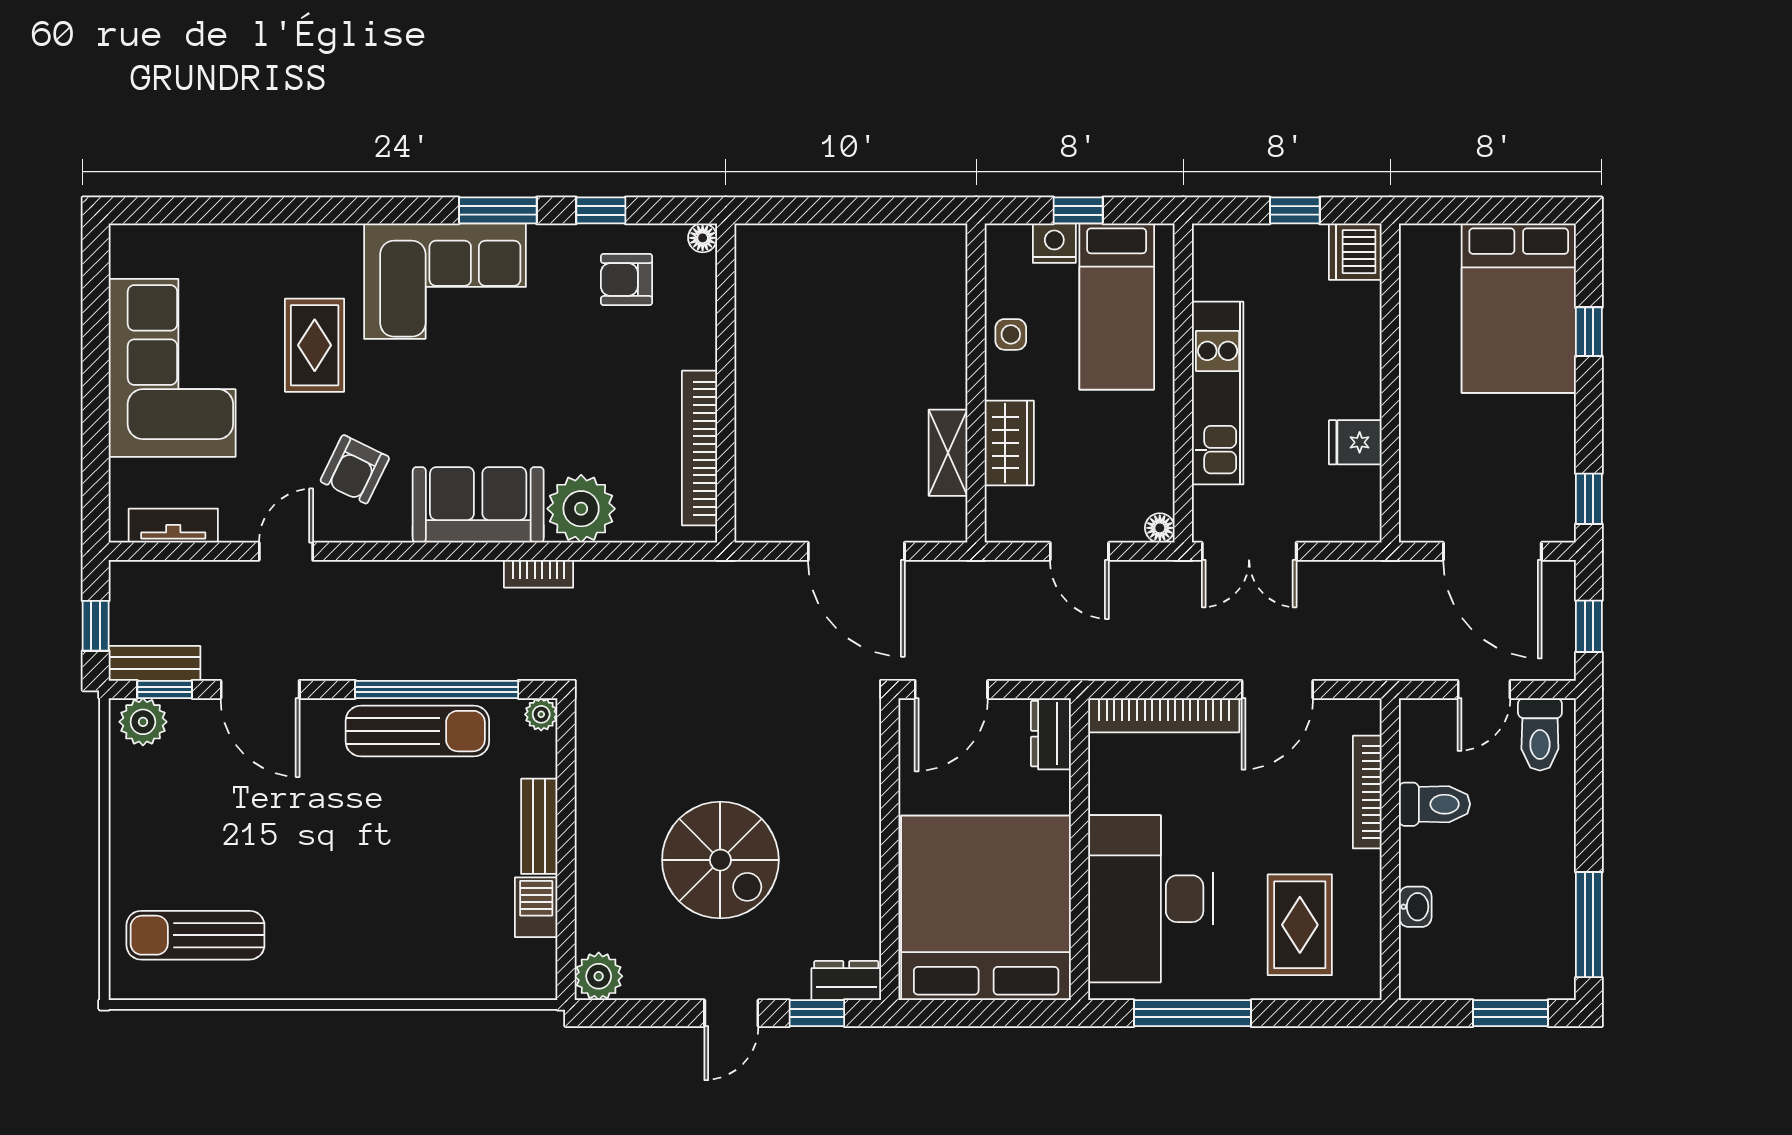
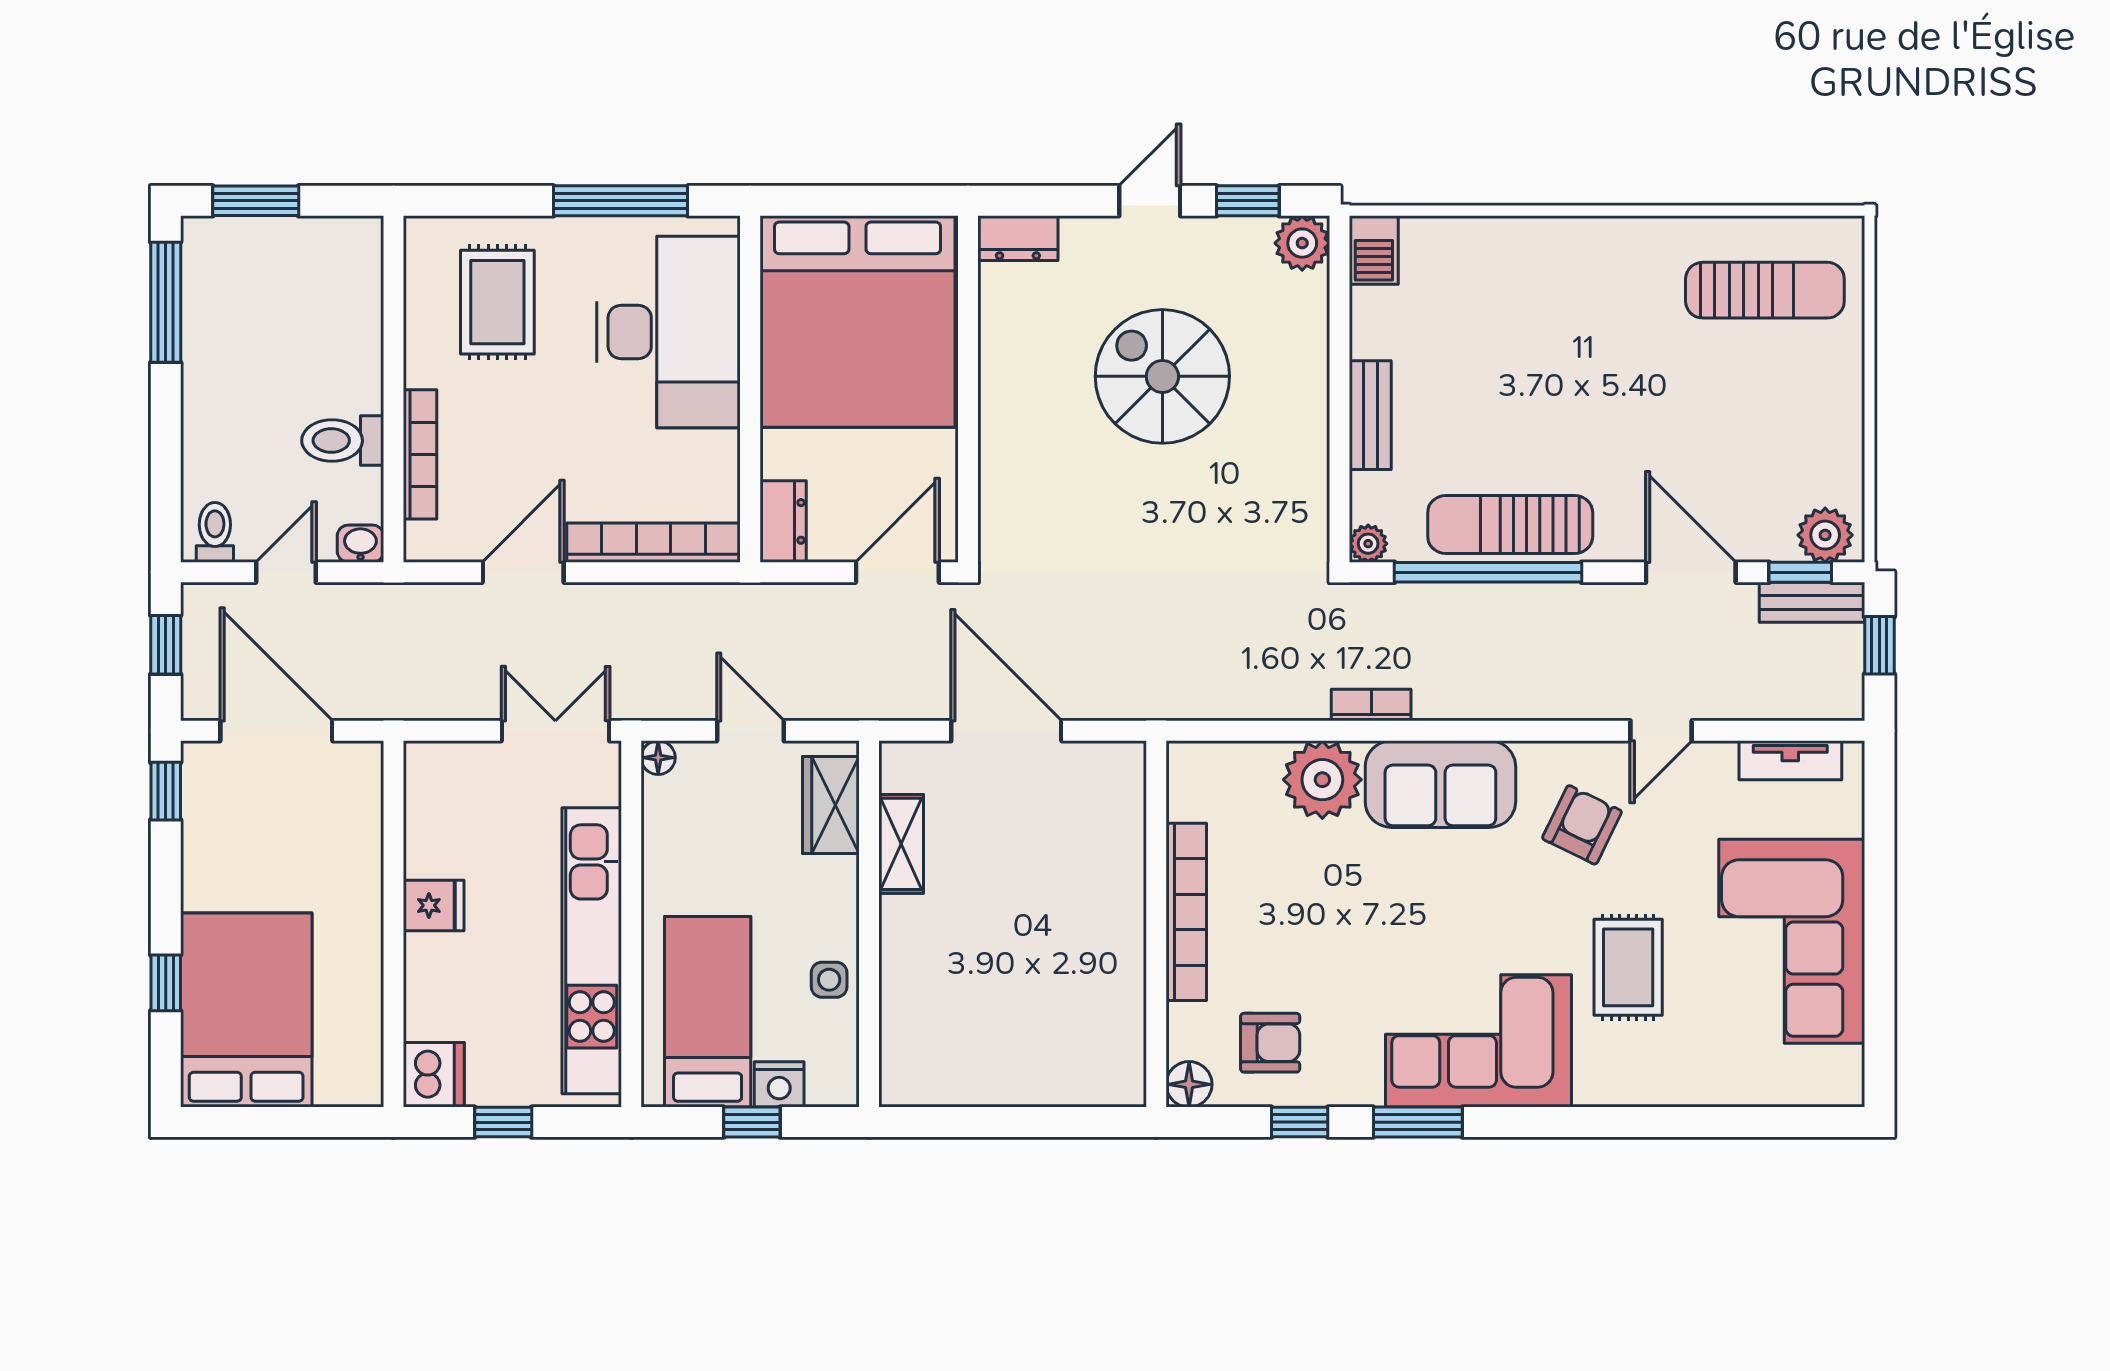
floor lamp: (703, 238) -> (1189, 1084), width x1.37, depth x1.37
kitchen unit: (1218, 393) -> (592, 951), width x1.36
fridge: (1355, 442) -> (434, 905), moved
wardrobe: (1009, 443) -> (831, 805), moved
bookcase: (700, 448) -> (1186, 912), moved
toilet: (1540, 734) -> (215, 532), width x0.73, depth x0.72
barbecue: (536, 907) -> (1374, 250), moved
washbasin: (1415, 907) -> (360, 544), moved, turned 90
window: (817, 1013) -> (1248, 201), moved

